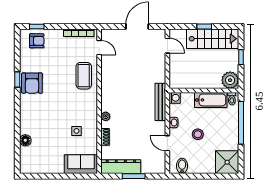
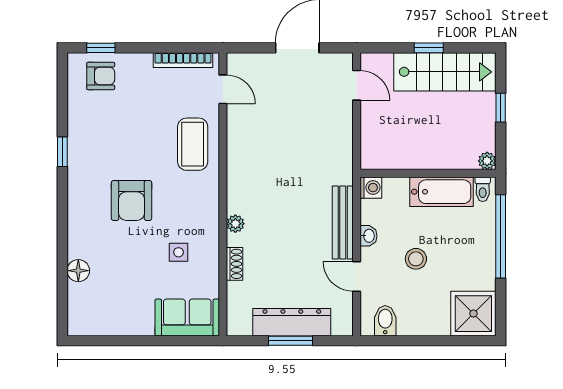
plant: (230, 80) -> (487, 161), width x0.53, depth x0.53
armchair: (32, 83) -> (132, 201), moved
bench: (160, 102) -> (343, 223), moved
dresser: (121, 167) -> (292, 322), moved

